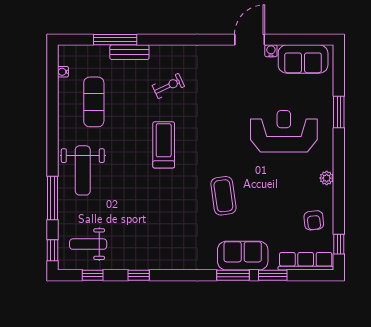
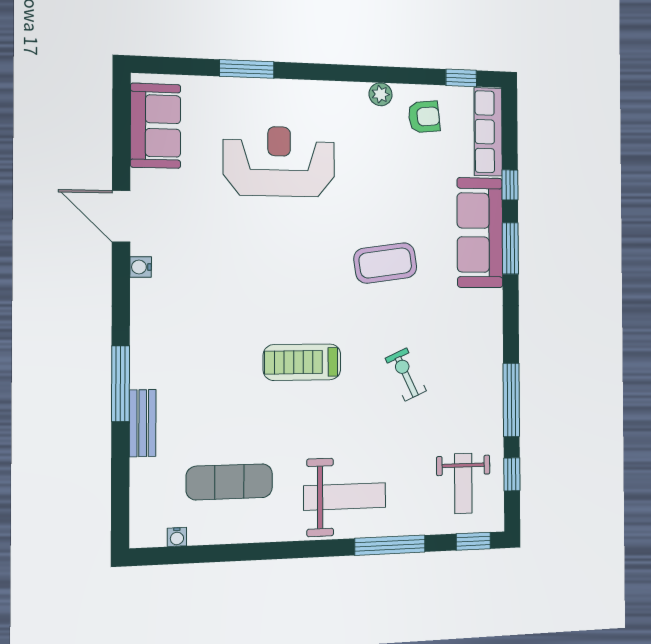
window: (115, 40) -> (121, 384), moved
water cooler: (271, 51) -> (141, 267), moved
exercise bike: (168, 86) -> (406, 375), moved
reception desk: (284, 131) -> (279, 161), turned 90
plant: (327, 178) -> (380, 94), moved
sofa: (243, 256) -> (480, 233), width x1.36
window: (139, 275) -> (511, 400), width x2.17
window: (273, 275) -> (510, 185), width x0.67

